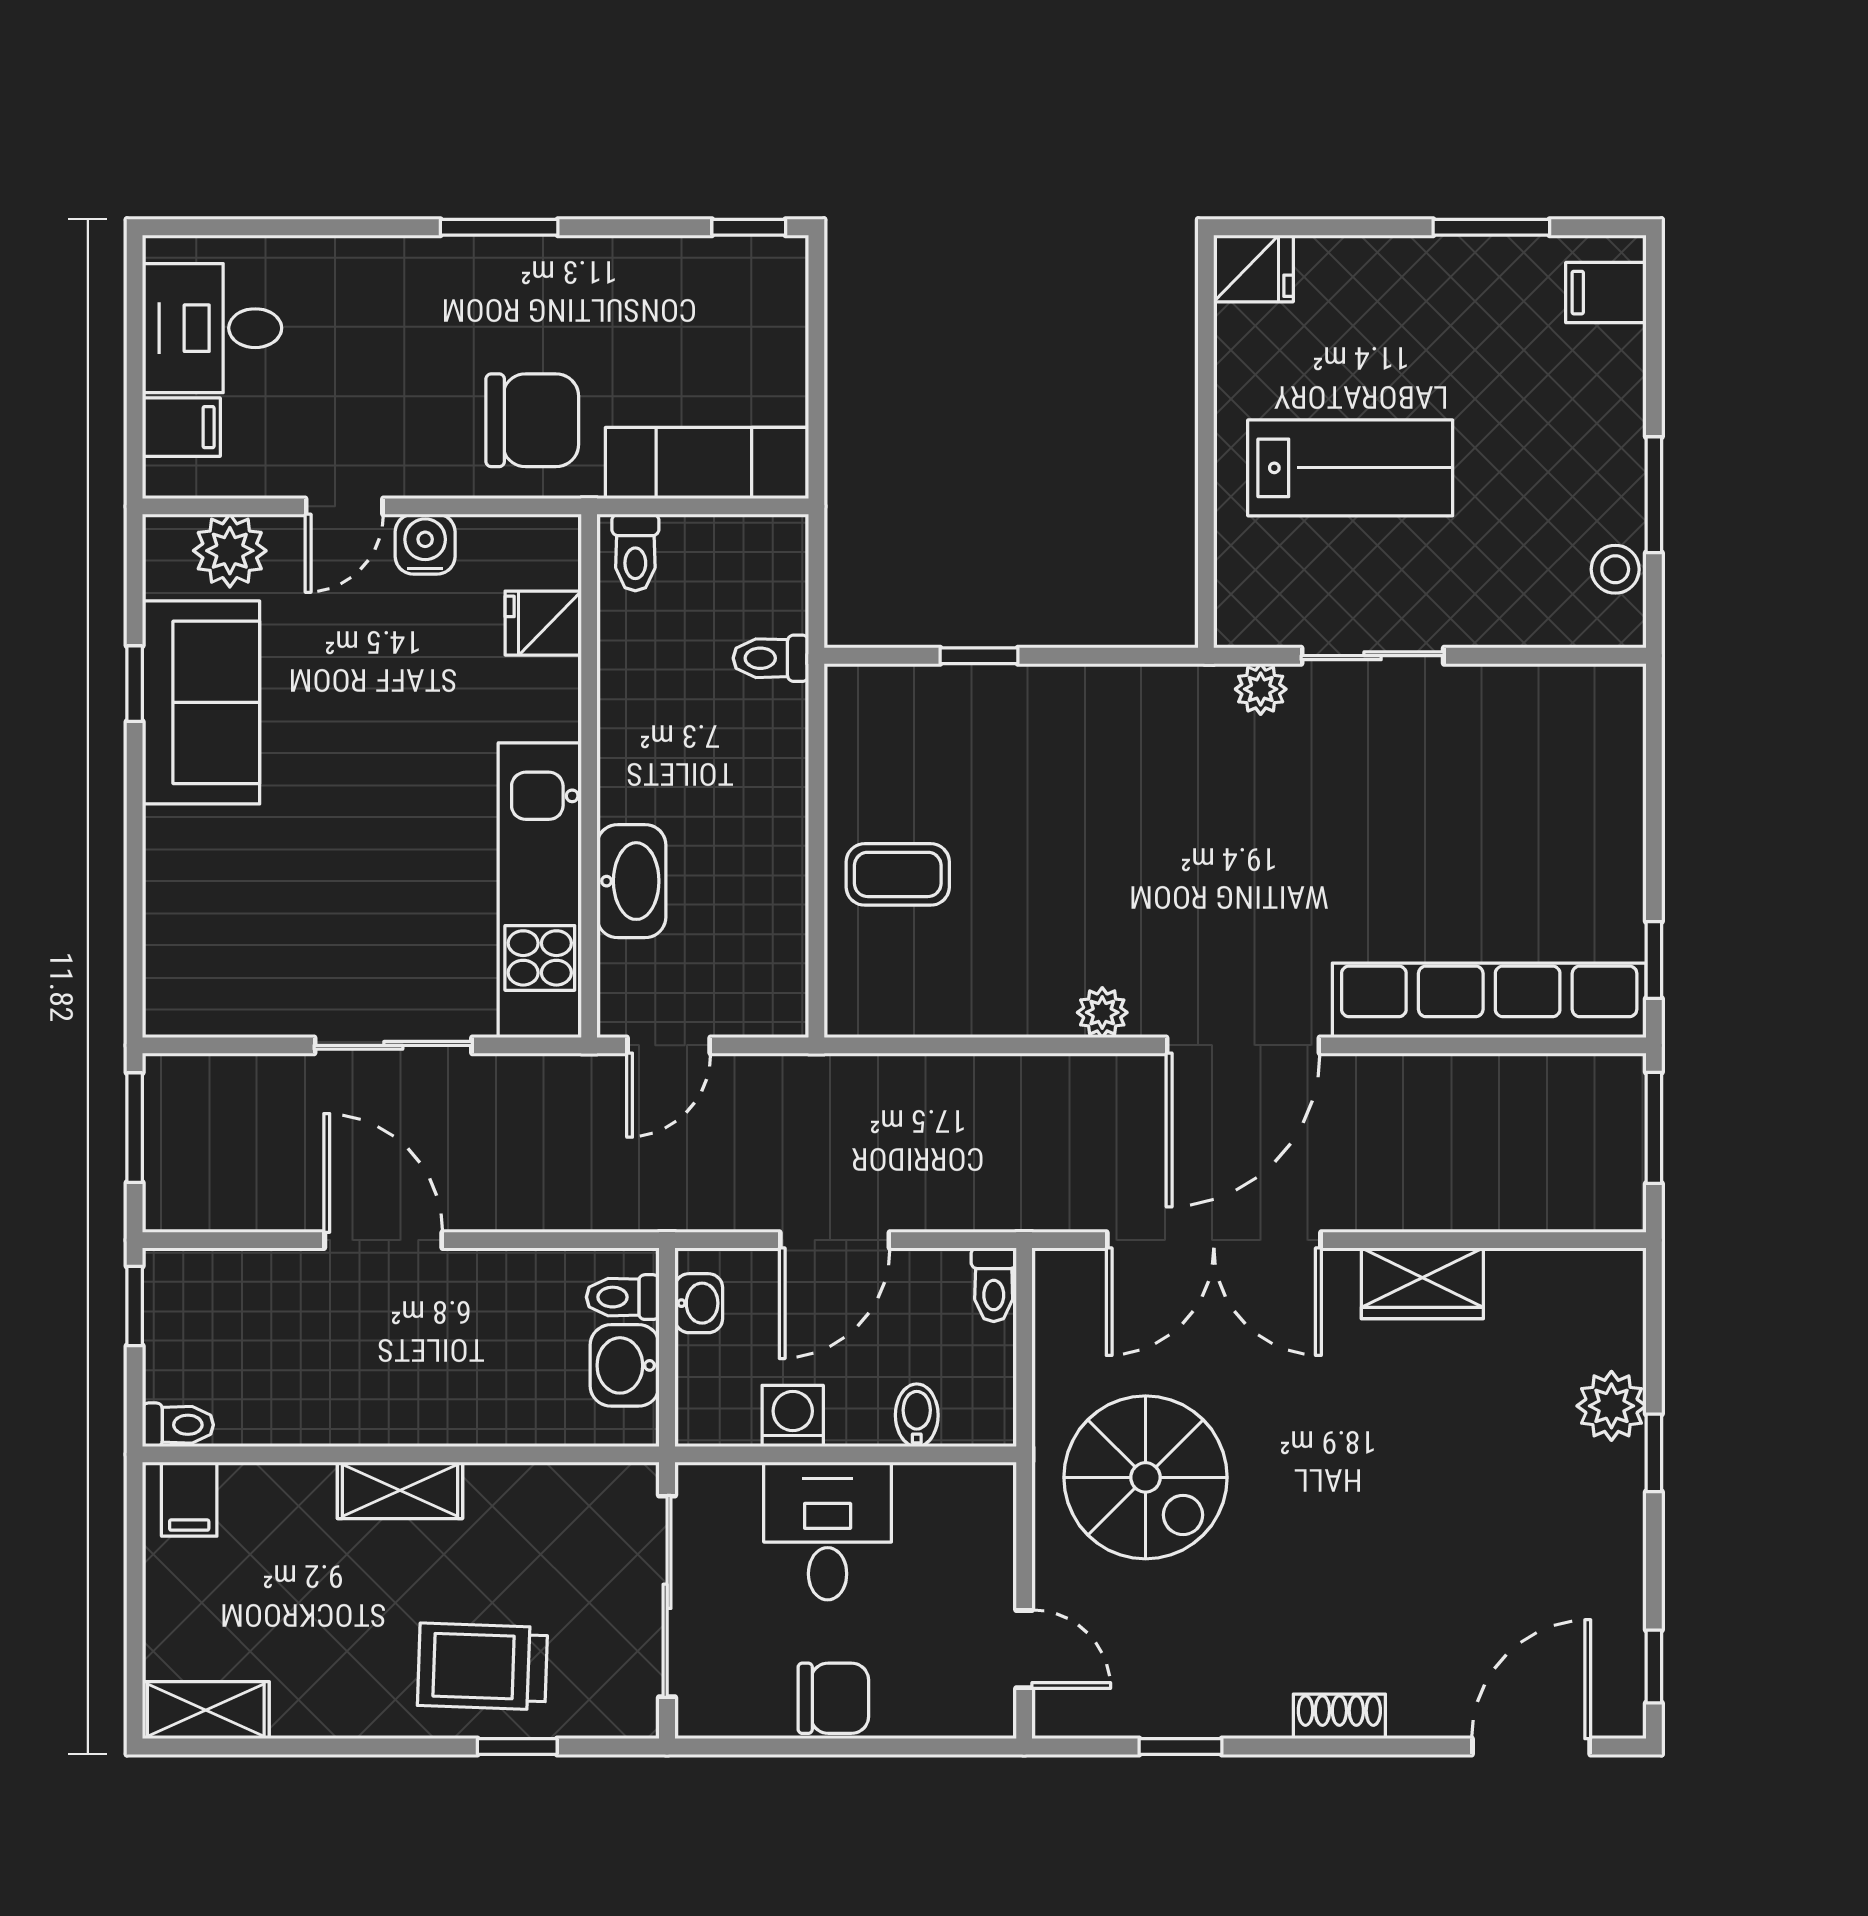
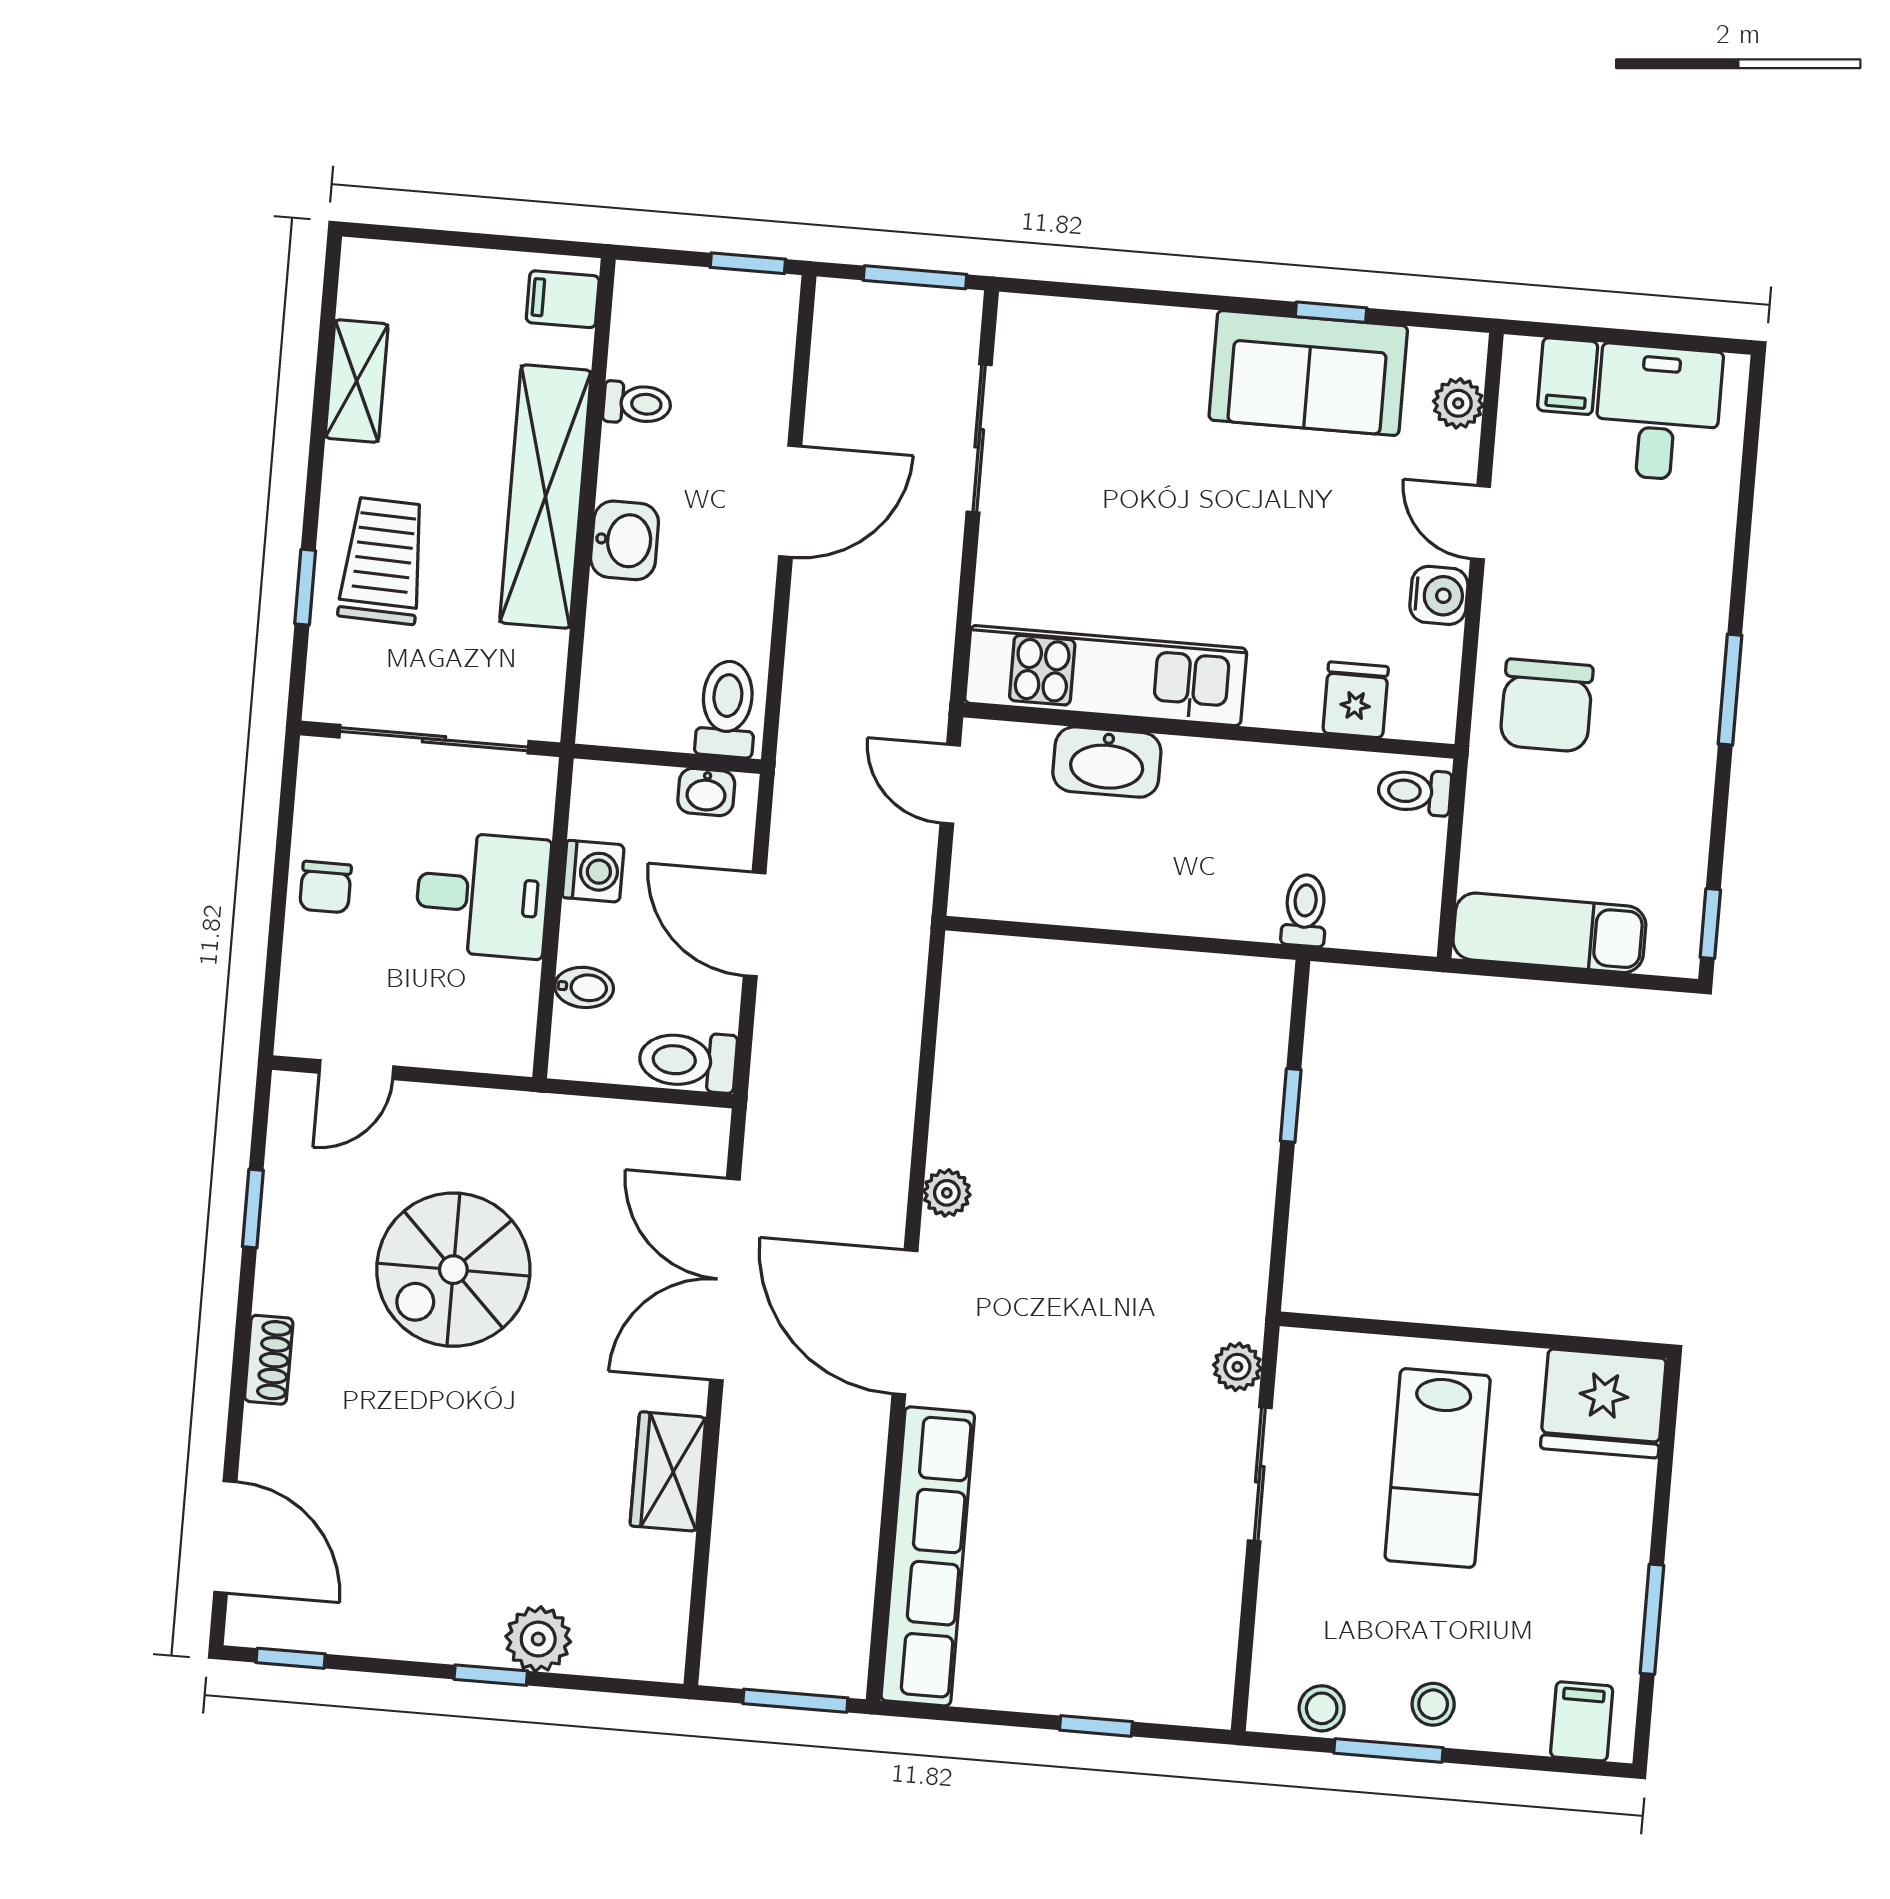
fridge: (1254, 268) -> (1603, 1403), width x1.88, depth x1.34
stool: (1601, 452) -> (1433, 1704), added
exam couch: (707, 463) -> (1549, 933), moved, turned -90
plant: (230, 551) -> (1458, 403), width x0.73, depth x0.73
coffee table: (898, 874) -> (1092, 1012), removed
window: (1654, 960) -> (1096, 1726), moved
sliding door: (393, 1045) -> (979, 438), moved
toilet: (994, 1285) -> (688, 1061), width x1.37, depth x1.39
toilet: (623, 1297) -> (727, 709), width x1.37, depth x1.39
washbasin: (625, 1365) -> (625, 540), moved, turned 90
toilet: (178, 1425) -> (637, 403), moved, turned -90
spiral stairs: (1146, 1477) -> (453, 1270), moved
shelving: (400, 1490) -> (546, 497), width x2.20, depth x1.33
chair: (833, 1698) -> (325, 887), width x0.73, depth x0.73
shelving: (206, 1710) -> (357, 381), moved

